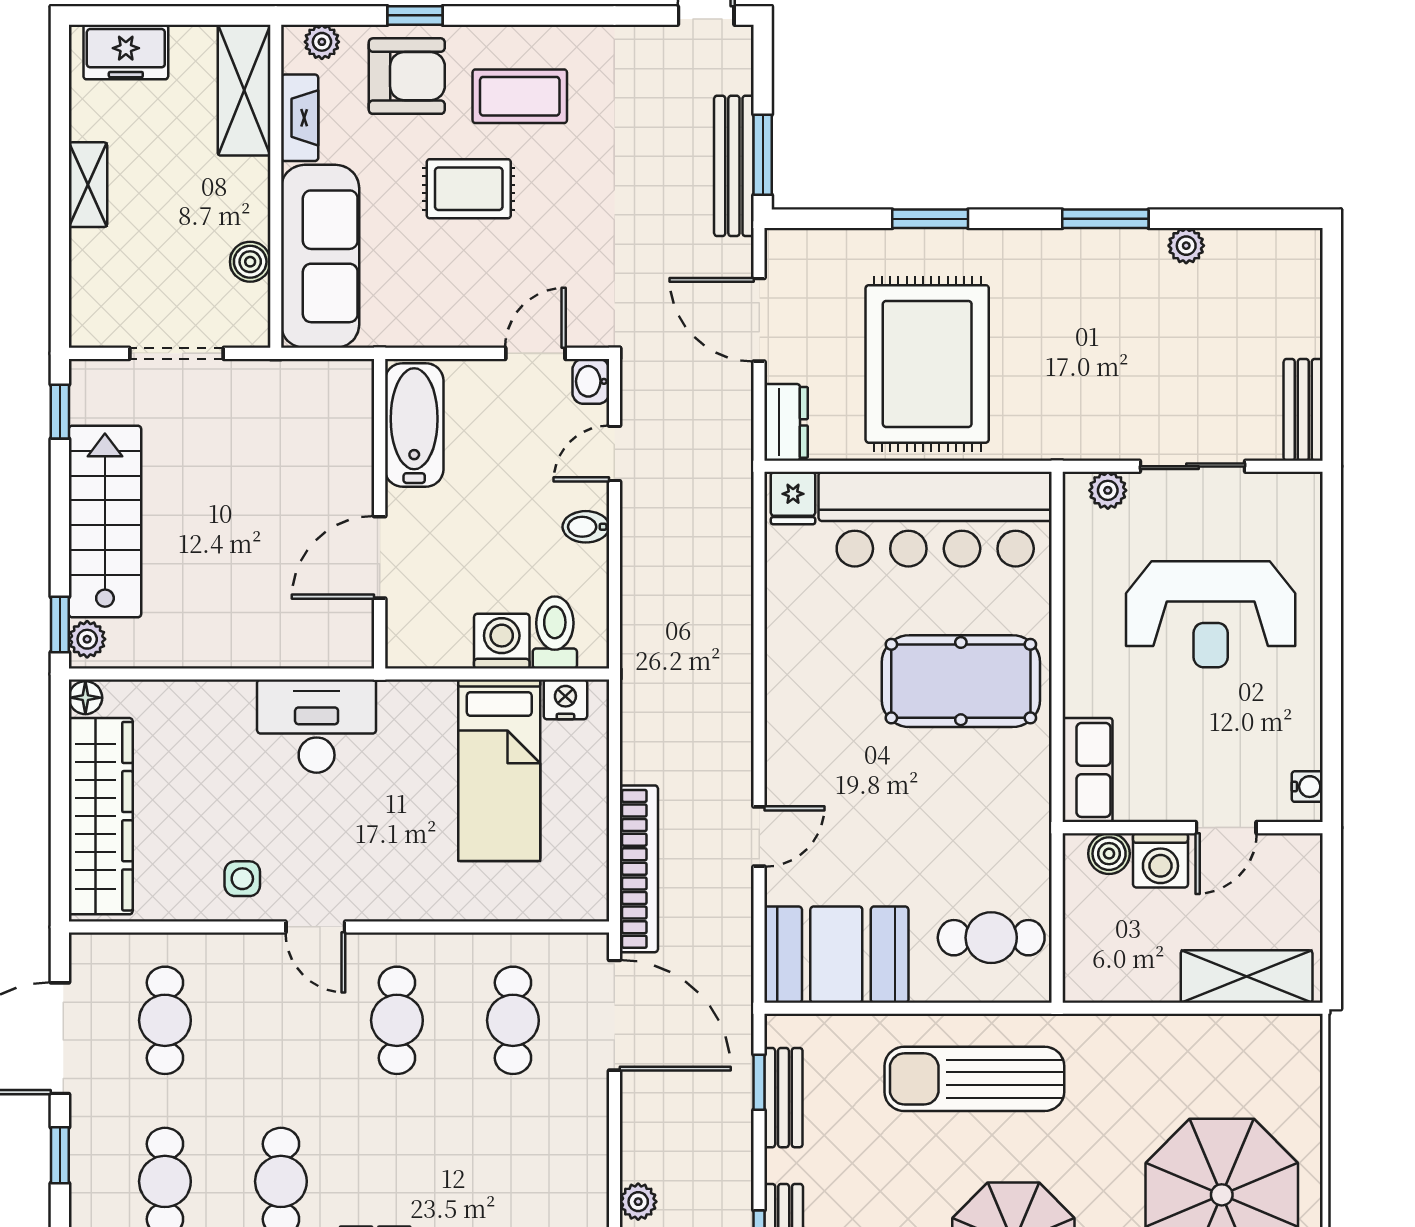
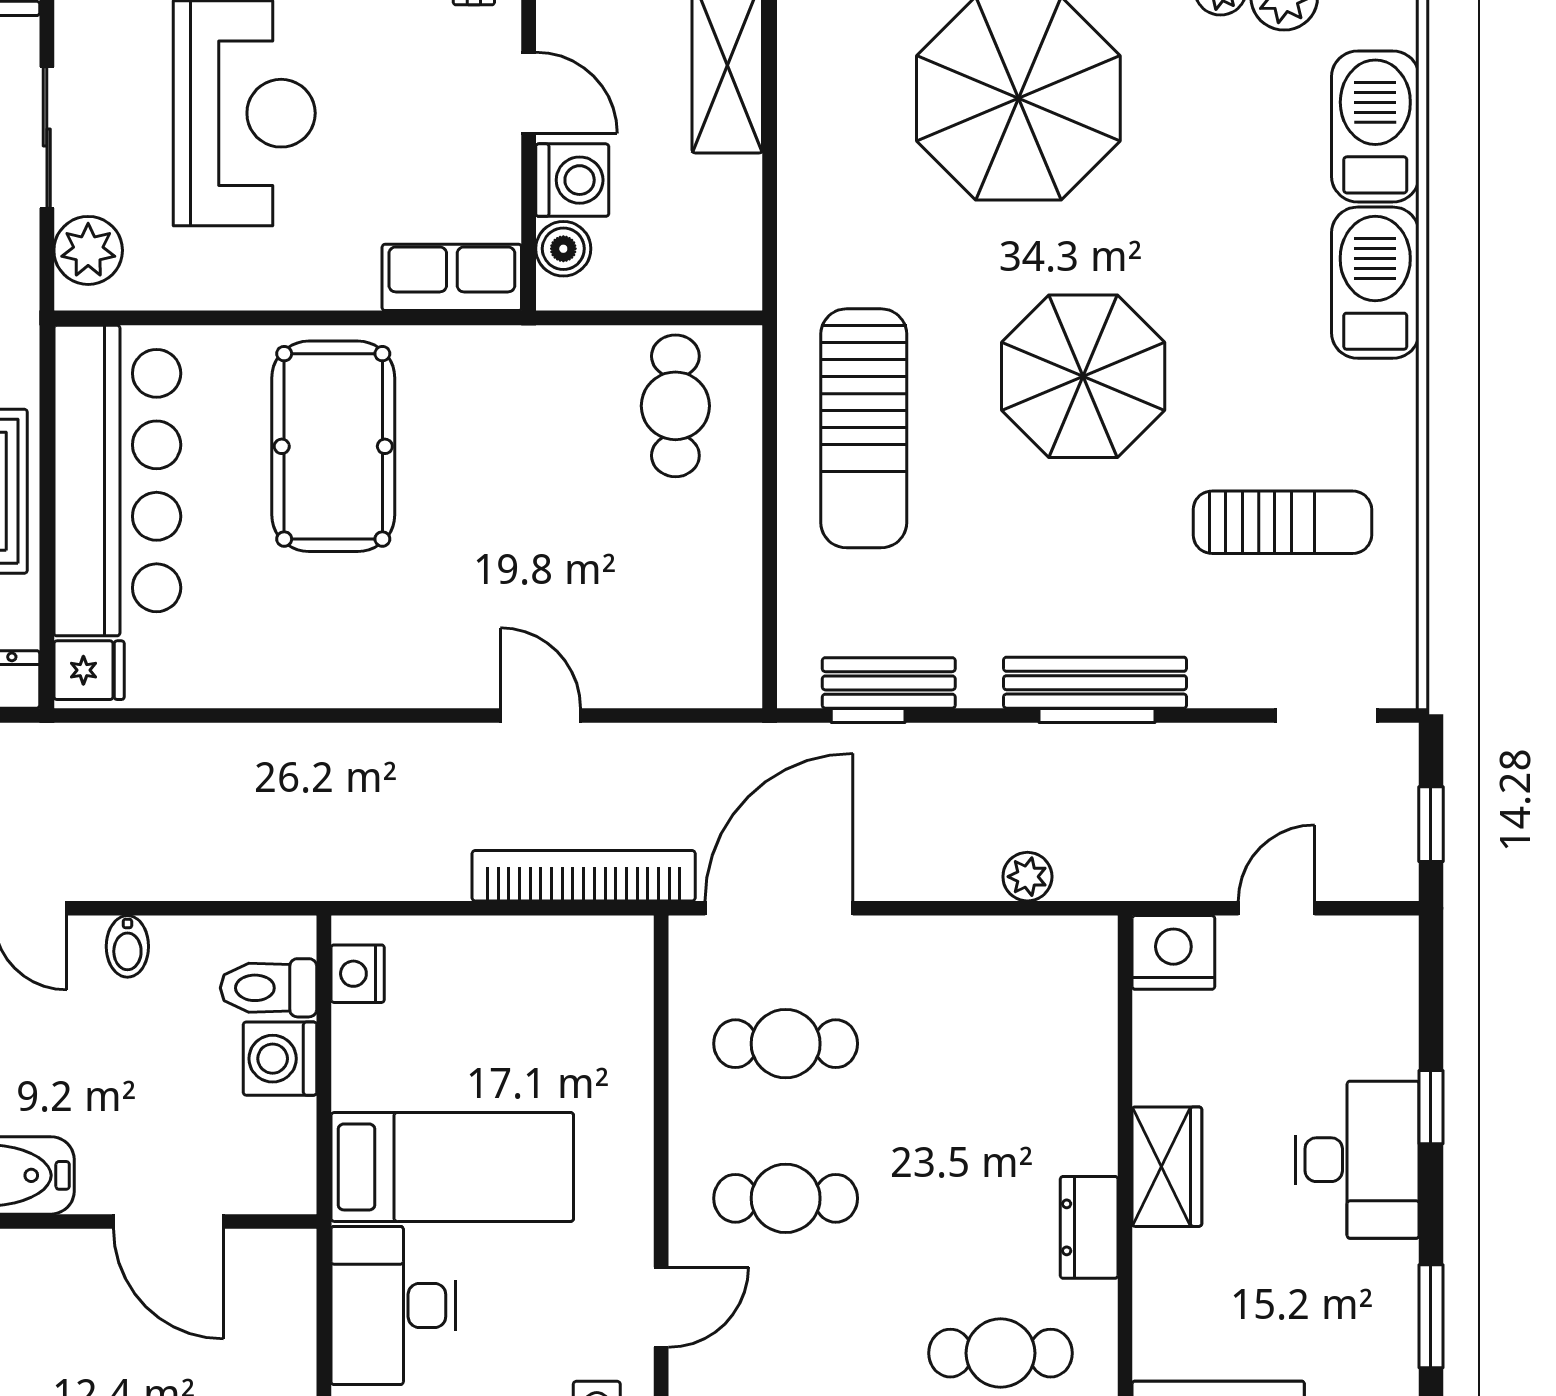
plant: (1108, 490) -> (88, 250), width x1.38, depth x1.38
bed: (499, 770) -> (452, 1167), moved
booth: (836, 955) -> (698, 612), removed

